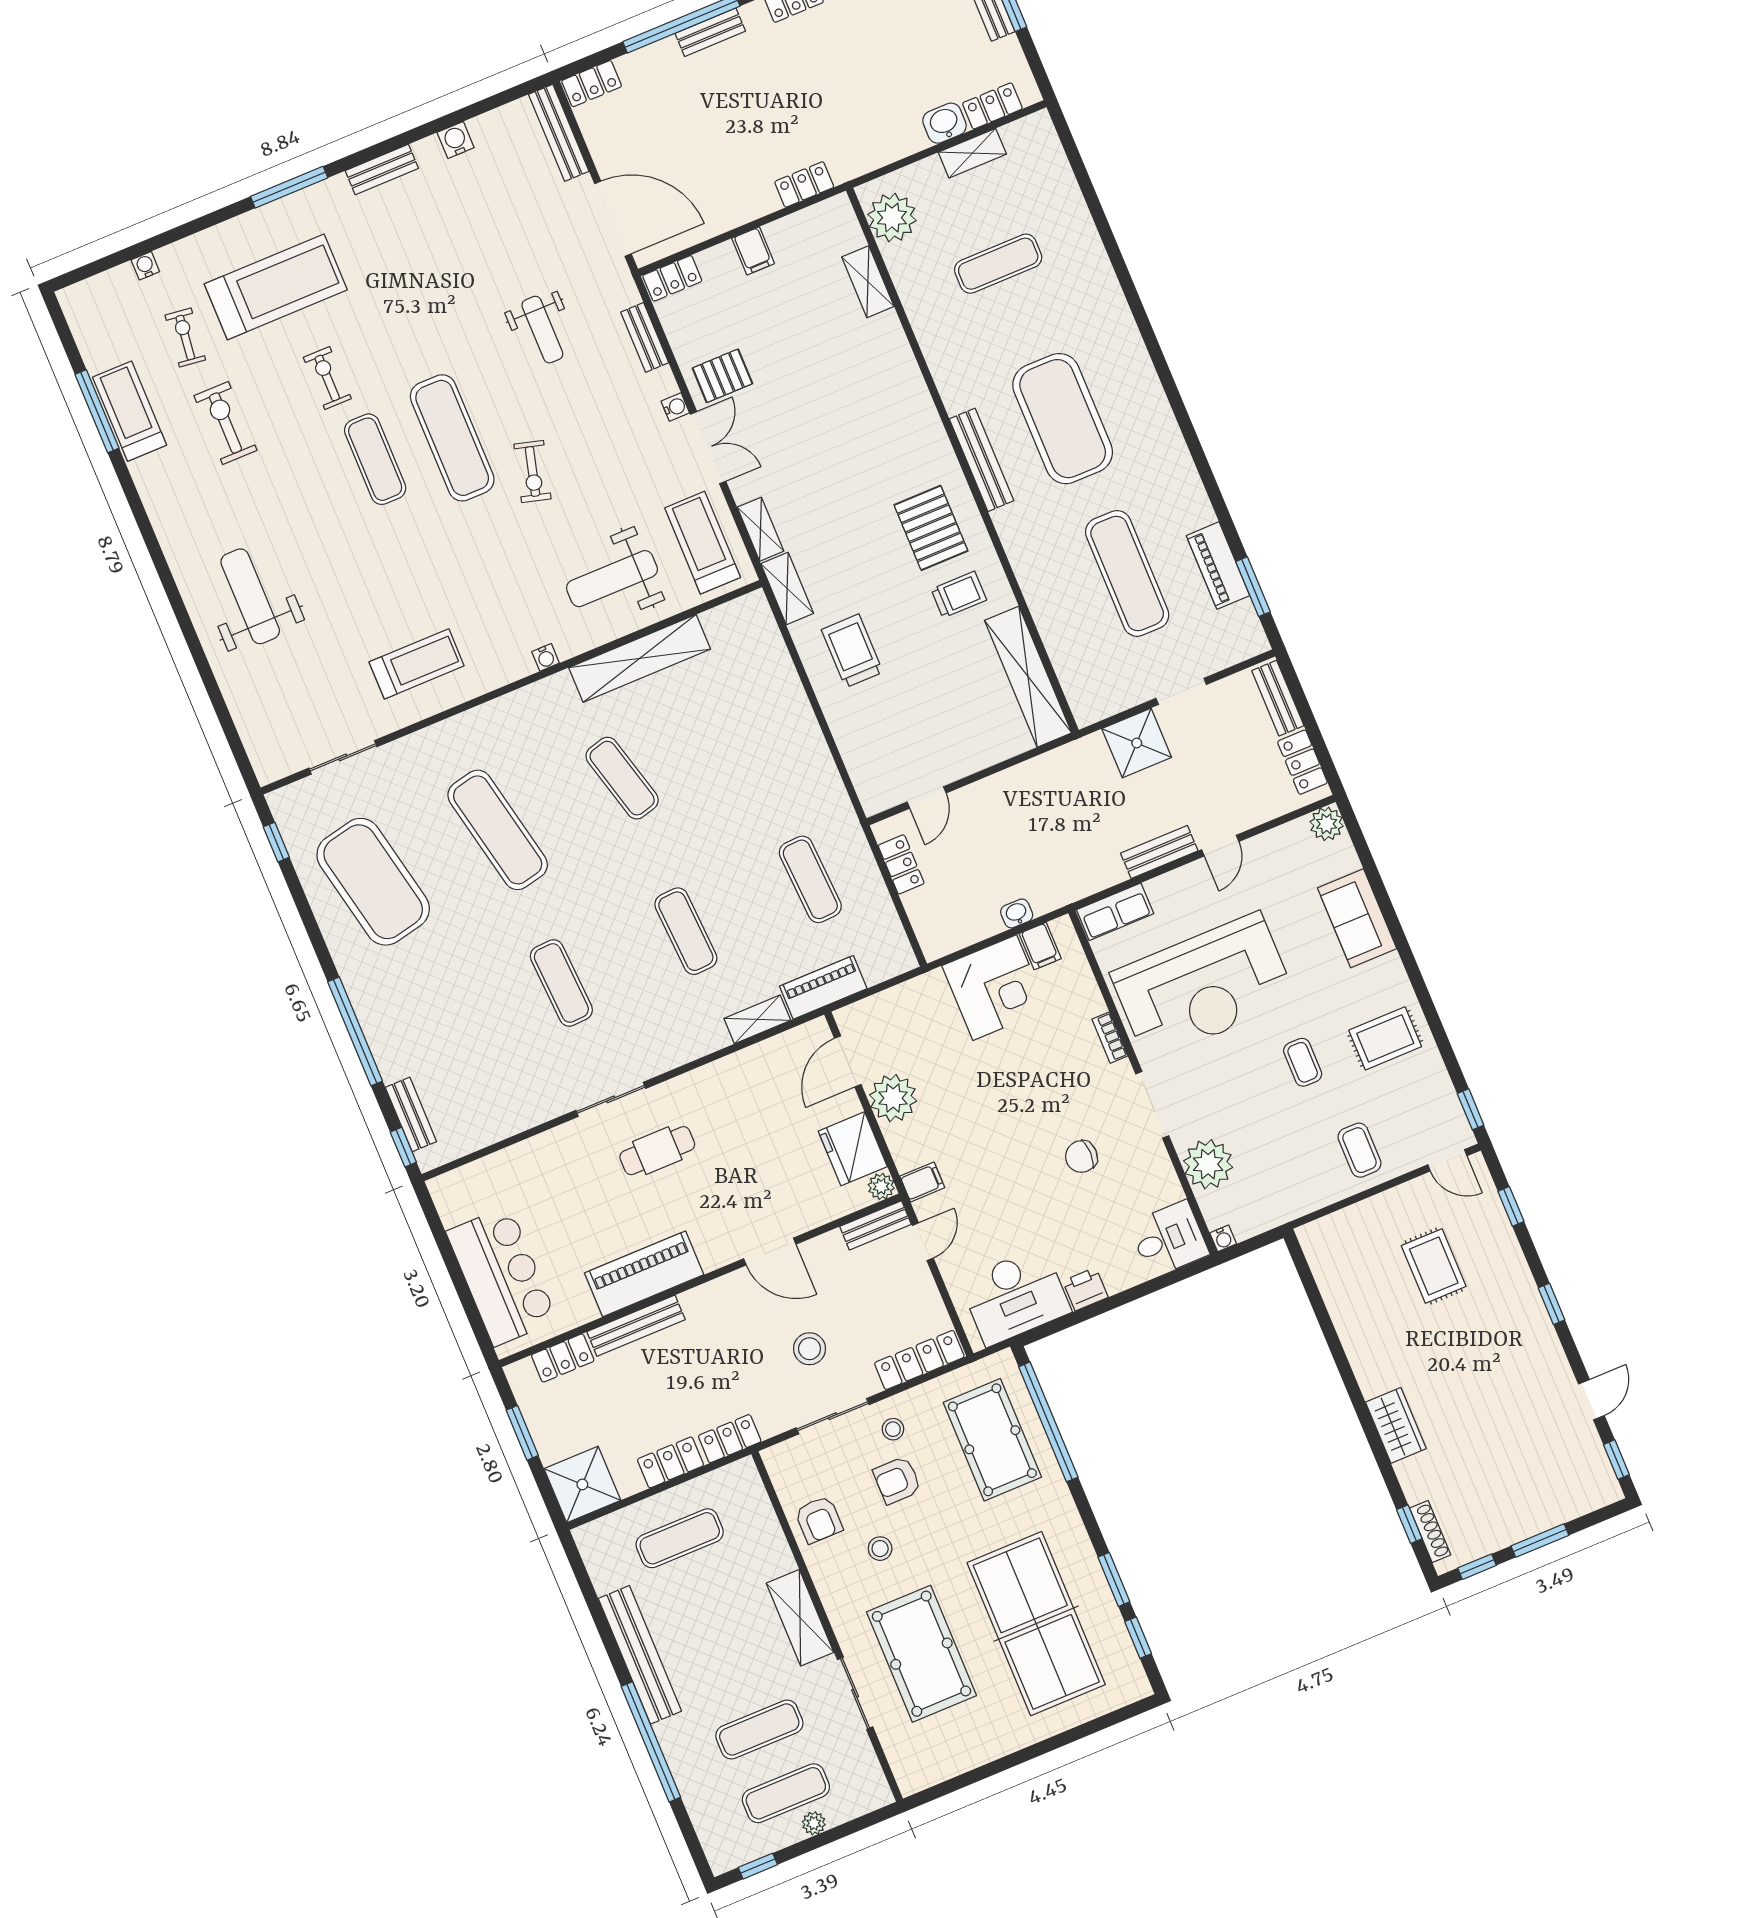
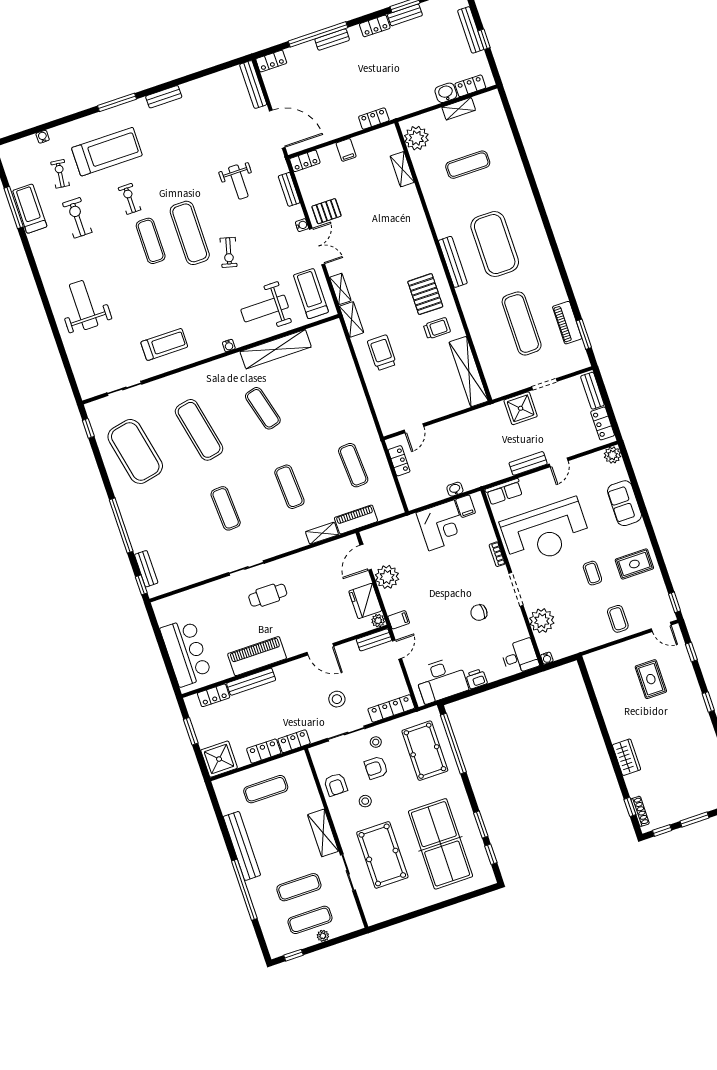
water cooler: (456, 140) -> (202, 85), removed

